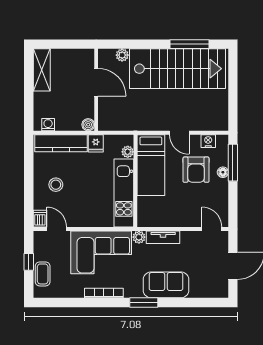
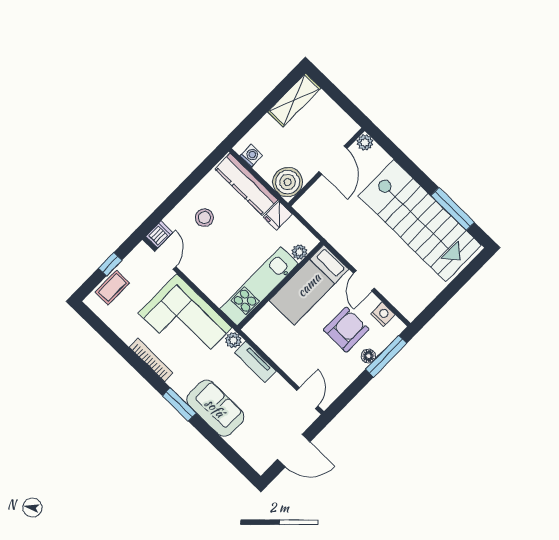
plant: (122, 55) -> (365, 142), moved
boiler: (88, 125) -> (288, 182), width x1.86, depth x1.86
armchair: (196, 170) -> (346, 330), turned 180

